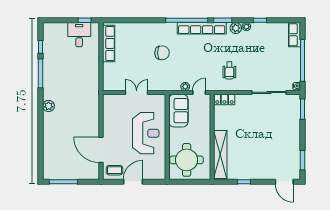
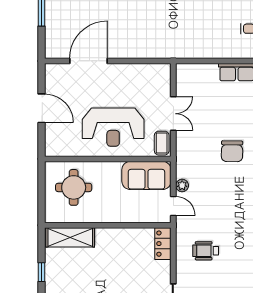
shelving: (220, 155) -> (70, 237), width x0.68
round table: (187, 160) -> (74, 187), width x0.73, depth x0.73
coffee table: (114, 170) -> (162, 143), moved

